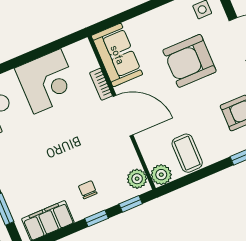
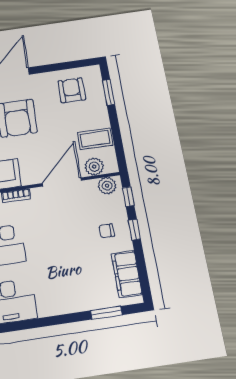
door: (123, 116) -> (62, 182), moved
plant: (161, 175) -> (94, 167), moved

